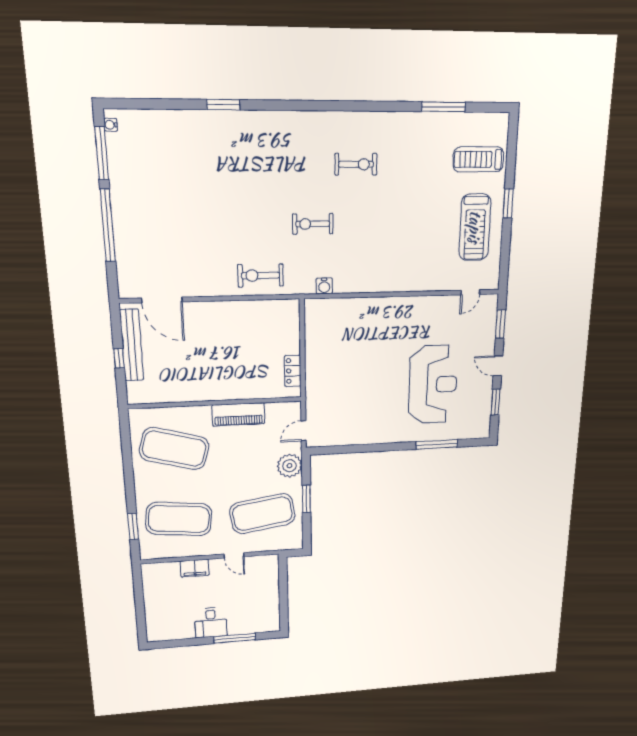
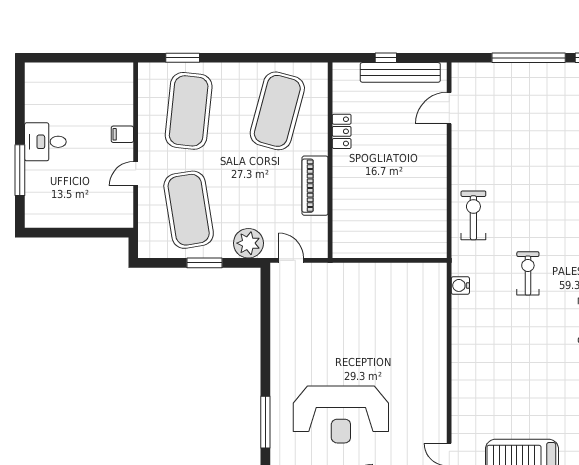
door: (162, 300) -> (449, 108), width x0.73
locker: (293, 371) -> (342, 131), moved, turned 90
filing cabinet: (195, 568) -> (122, 134), width x0.50

